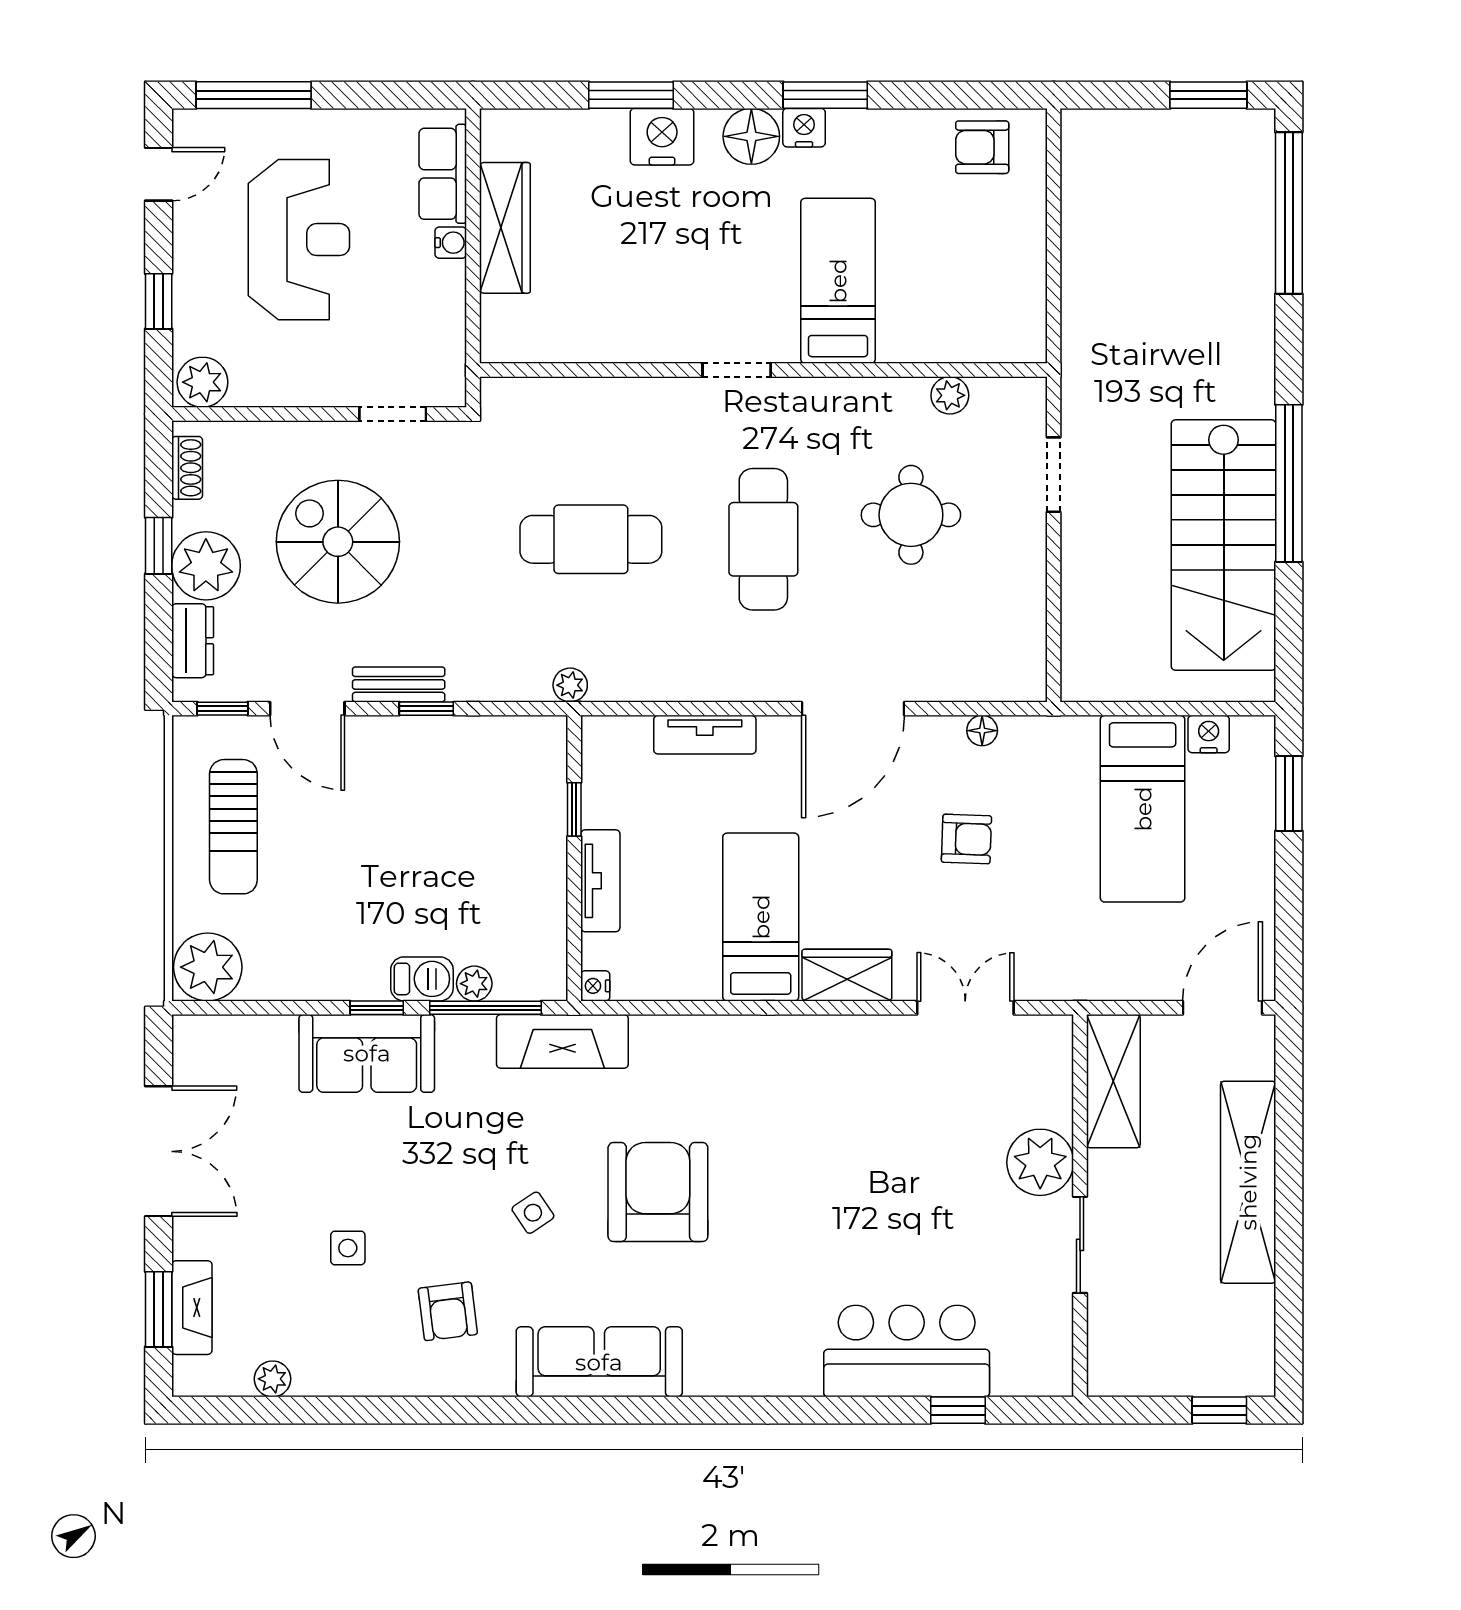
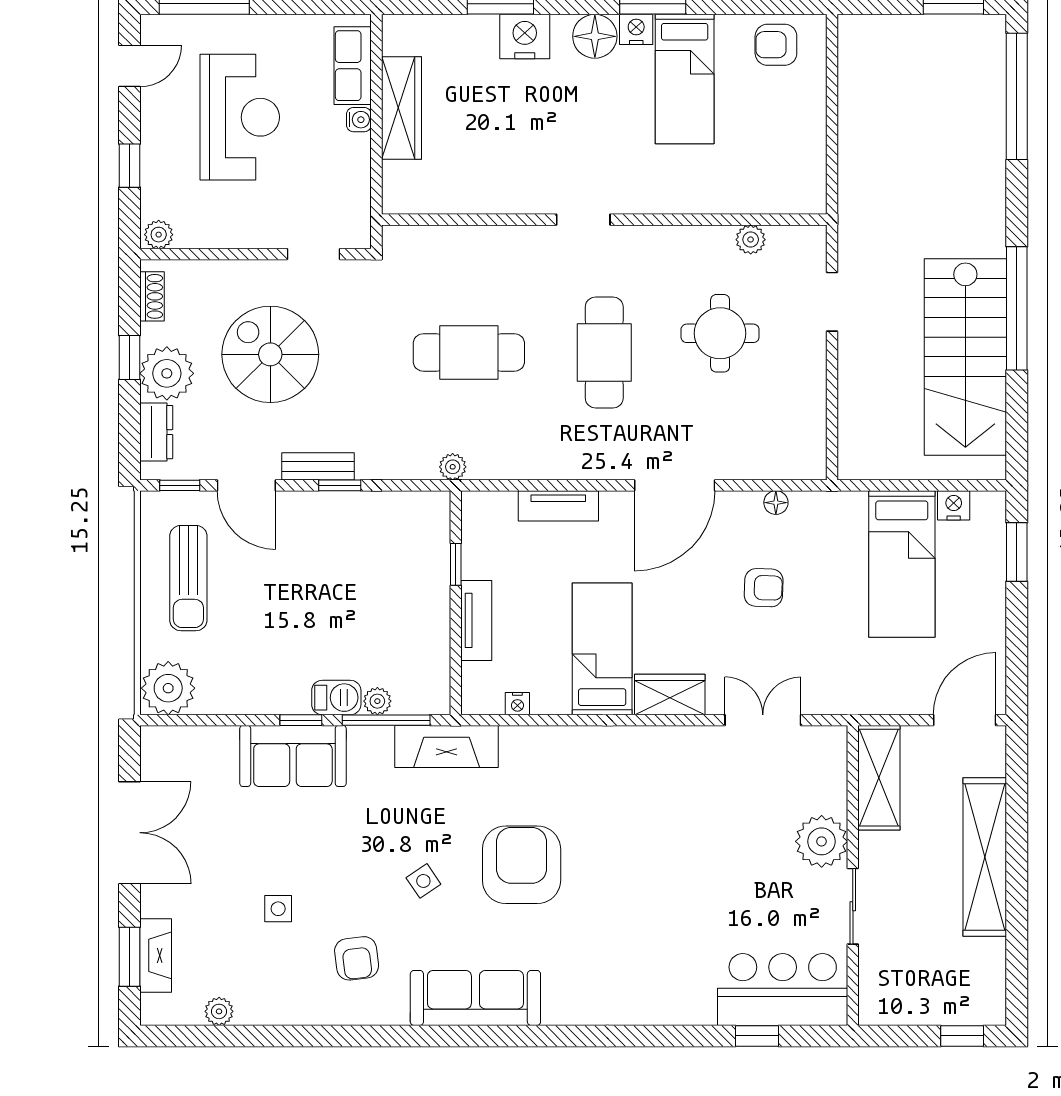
bed: (838, 281) -> (685, 79), moved, turned 180
plant: (202, 382) -> (159, 235), width x0.73, depth x0.73
nightstand: (595, 986) -> (517, 704), moved, turned -90
bar counter: (907, 1351) -> (783, 990), moved

